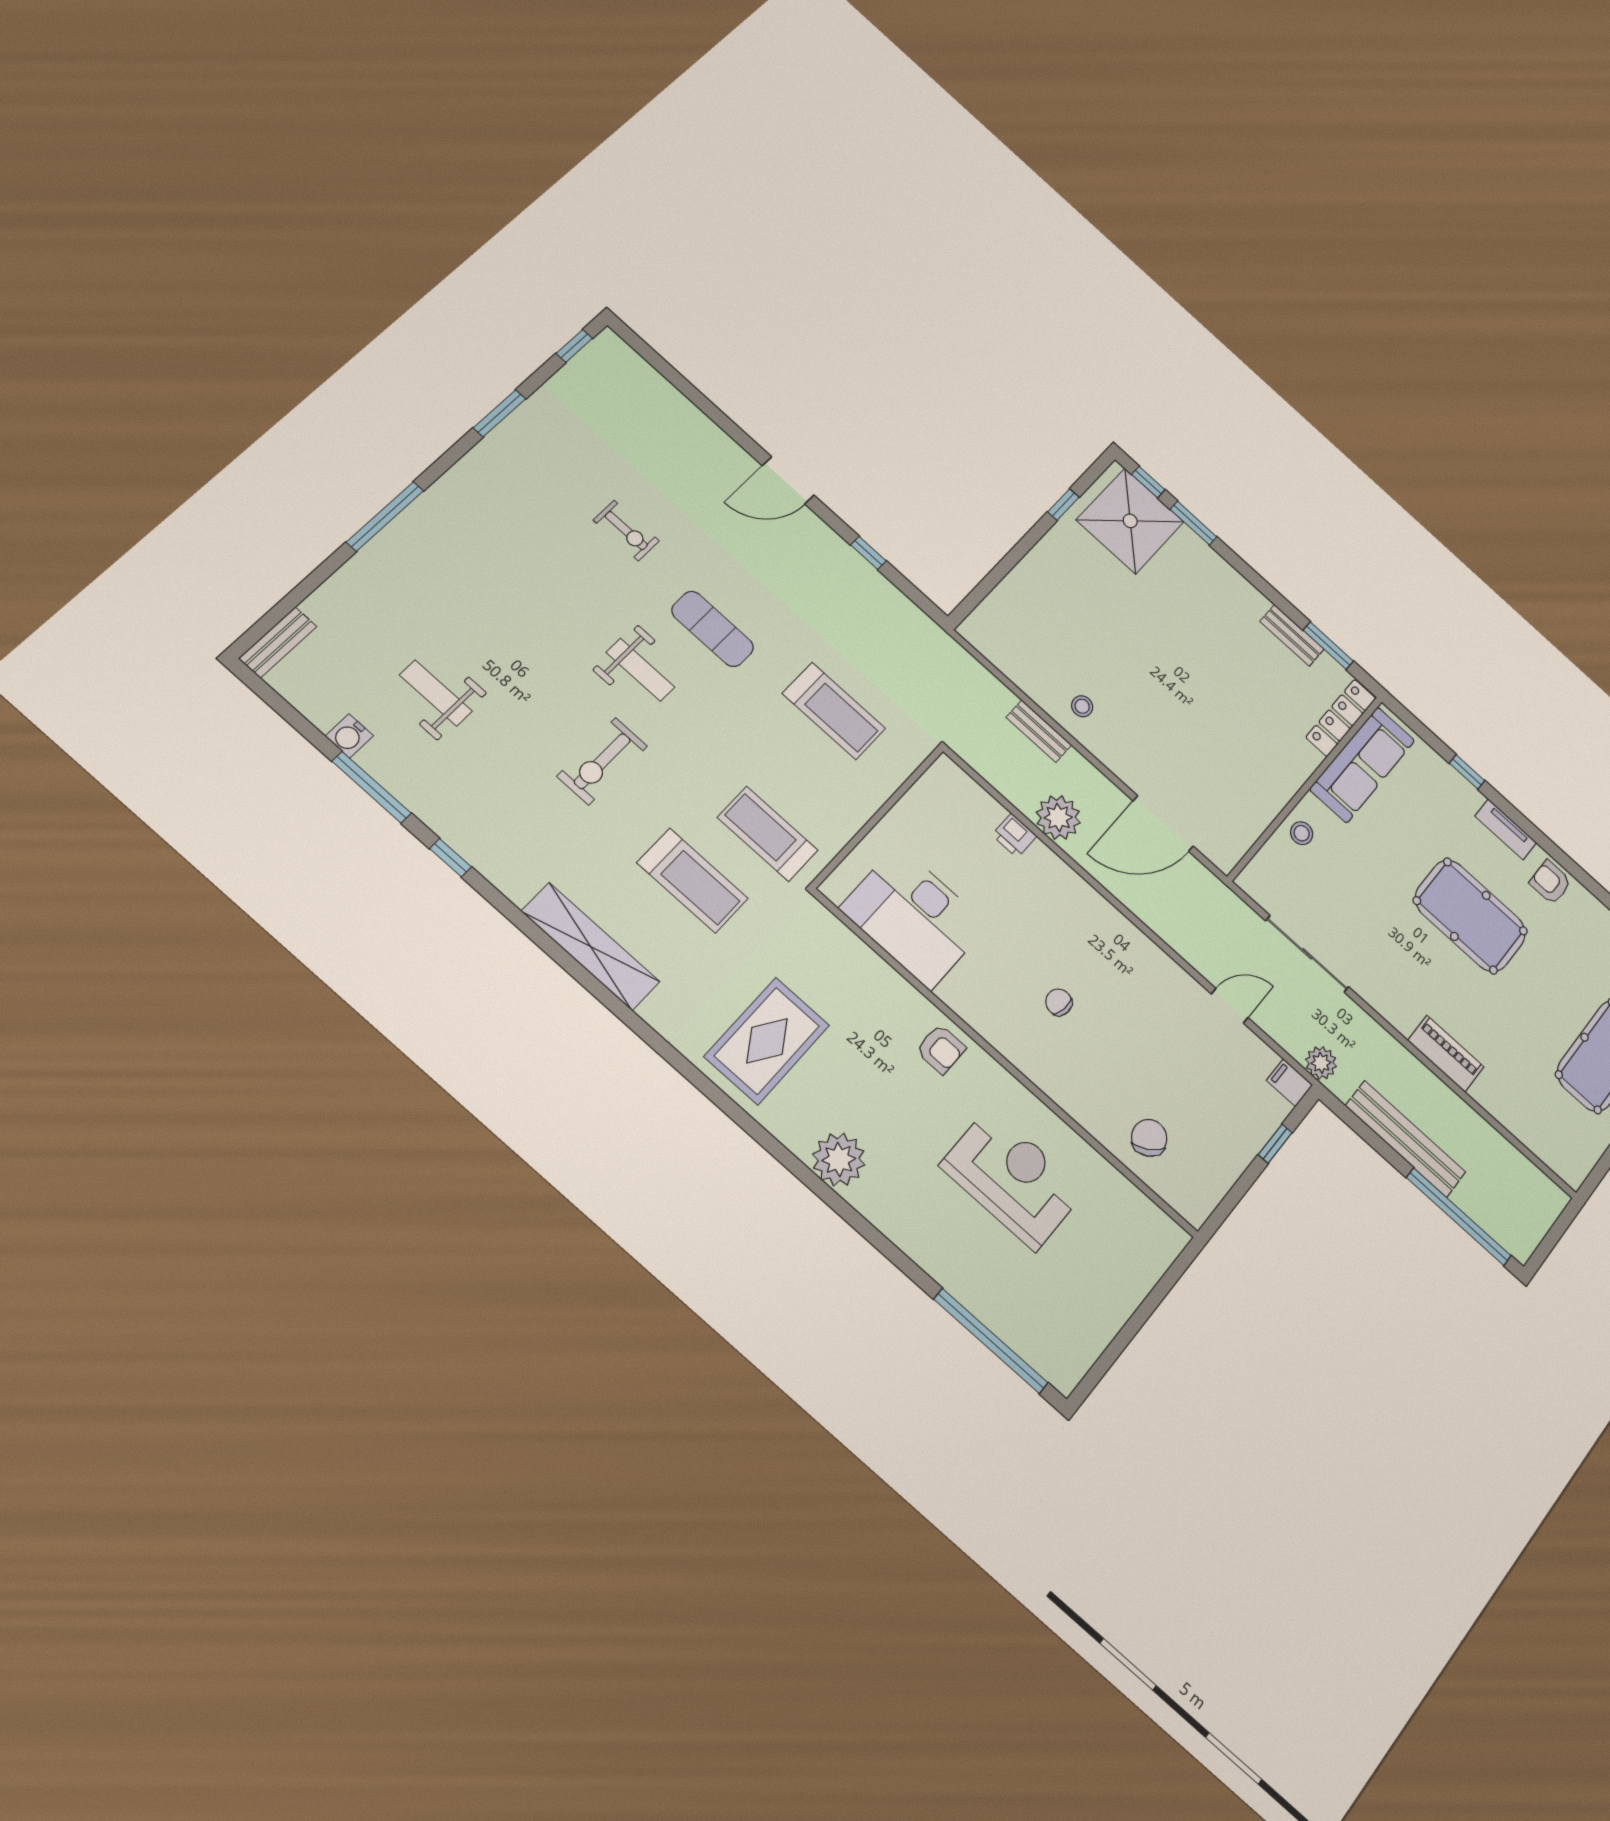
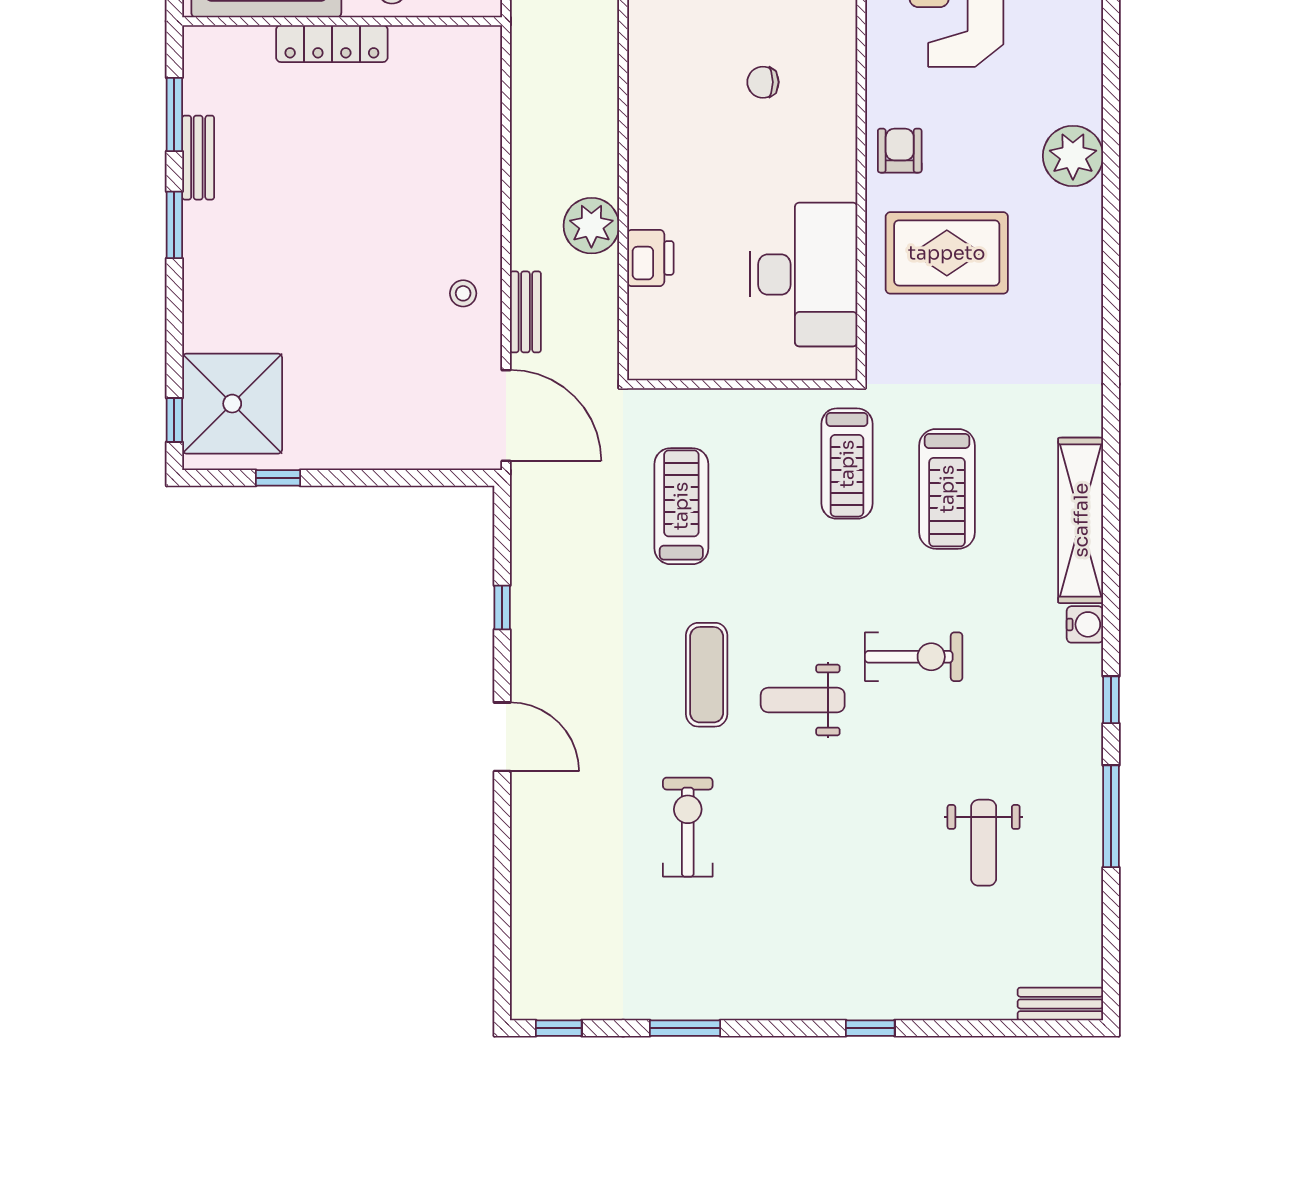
window: (385, 516) -> (870, 1028), width x0.46
window: (1193, 523) -> (174, 225), moved
exercise bike: (626, 531) -> (688, 827), width x1.38, depth x1.39
weight bench: (640, 670) -> (803, 700), turned -90
locker: (1341, 718) -> (332, 44), moved
water cooler: (349, 736) -> (1085, 624), moved
door: (1163, 824) -> (506, 415), moved
printer: (1014, 835) -> (650, 258), width x1.36, depth x1.24
treadmill: (693, 881) -> (947, 489), turned 180
chair: (1059, 1002) -> (763, 82), turned 82
rug: (767, 1041) -> (947, 253), moved

